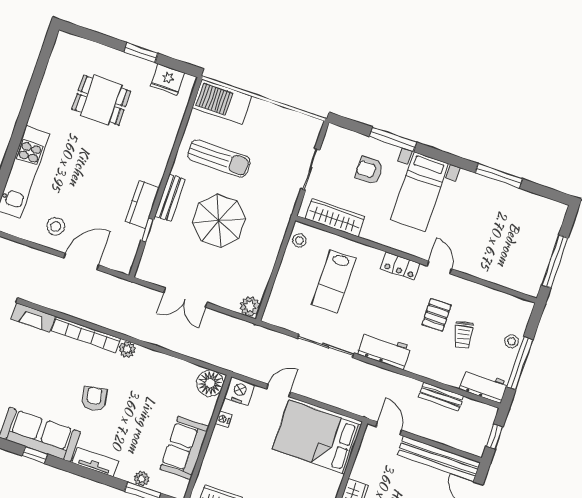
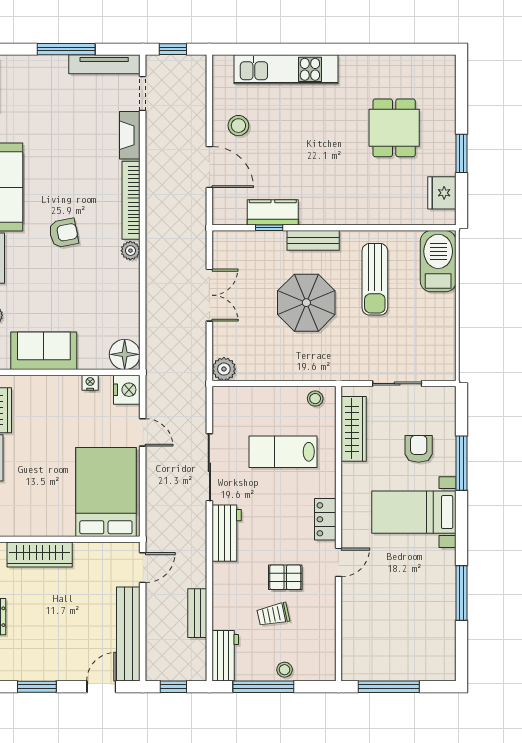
kitchen counter: (142, 204) -> (273, 212), moved
double door: (186, 297) -> (209, 295), swing flipped

